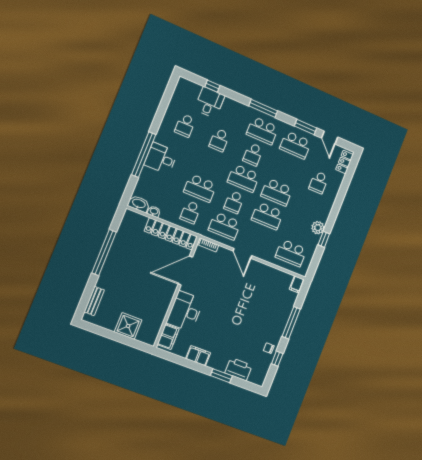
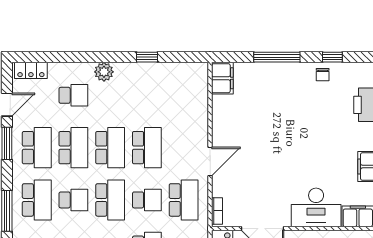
plant: (318, 228) -> (104, 72), moved
school desk: (291, 253) -> (73, 148), moved
filing cabinet: (297, 284) -> (222, 78), width x2.00

